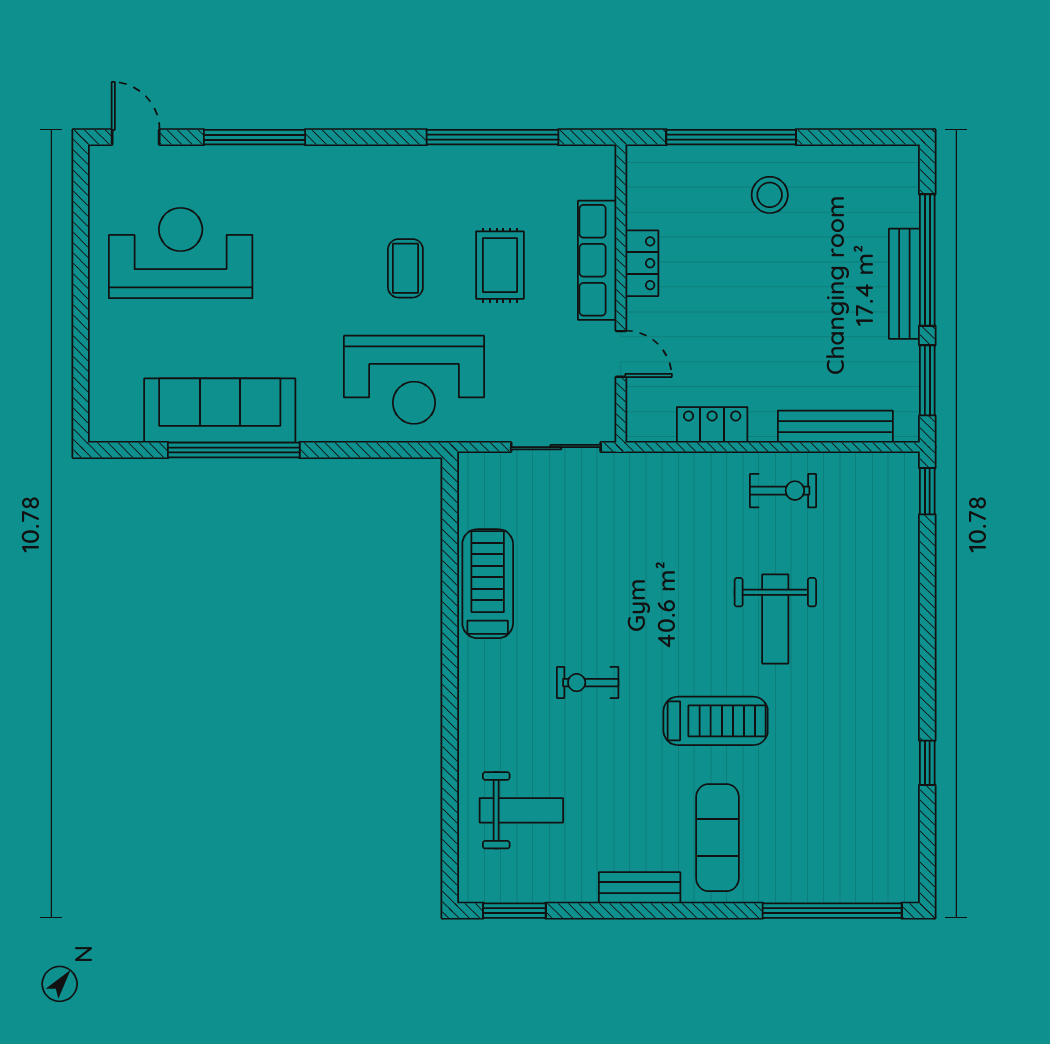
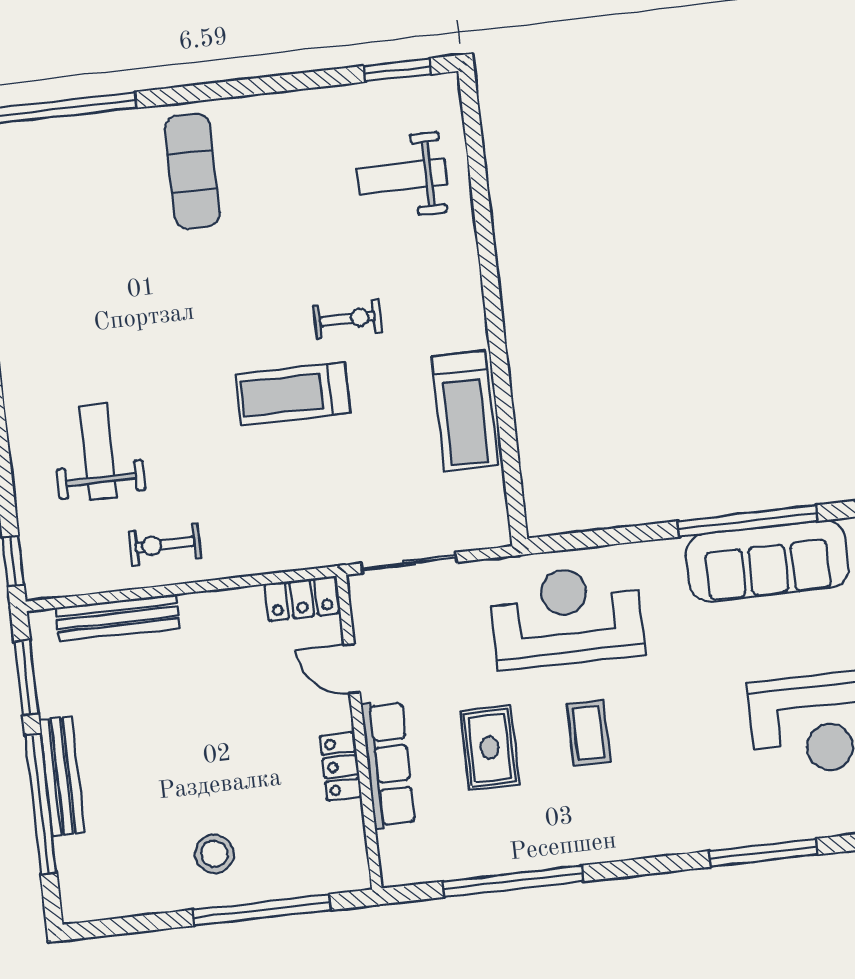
locker: (712, 425) -> (302, 599), moved
weight bench: (775, 619) -> (98, 451), moved
treadmill: (716, 721) -> (293, 394), moved
bench: (640, 888) -> (268, 109), removed

